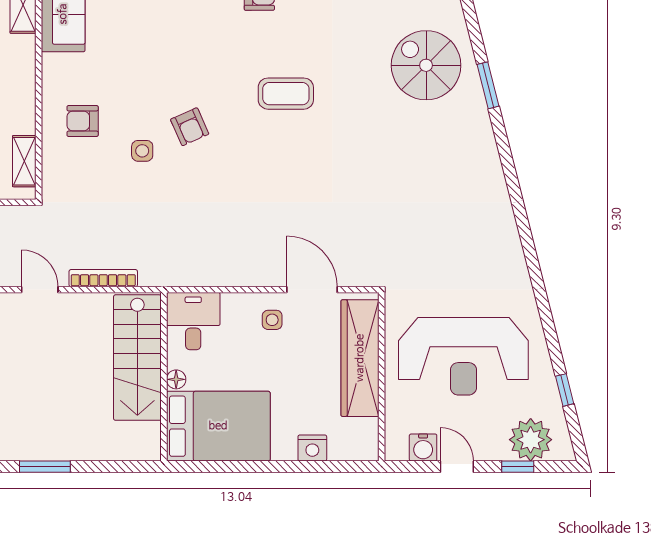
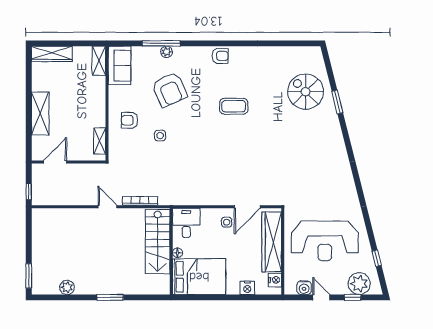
armchair: (190, 127) -> (170, 90), moved, width x1.88, depth x1.88
door: (312, 290) -> (247, 207), swing flipped
nightstand: (366, 432) -> (275, 280), added

